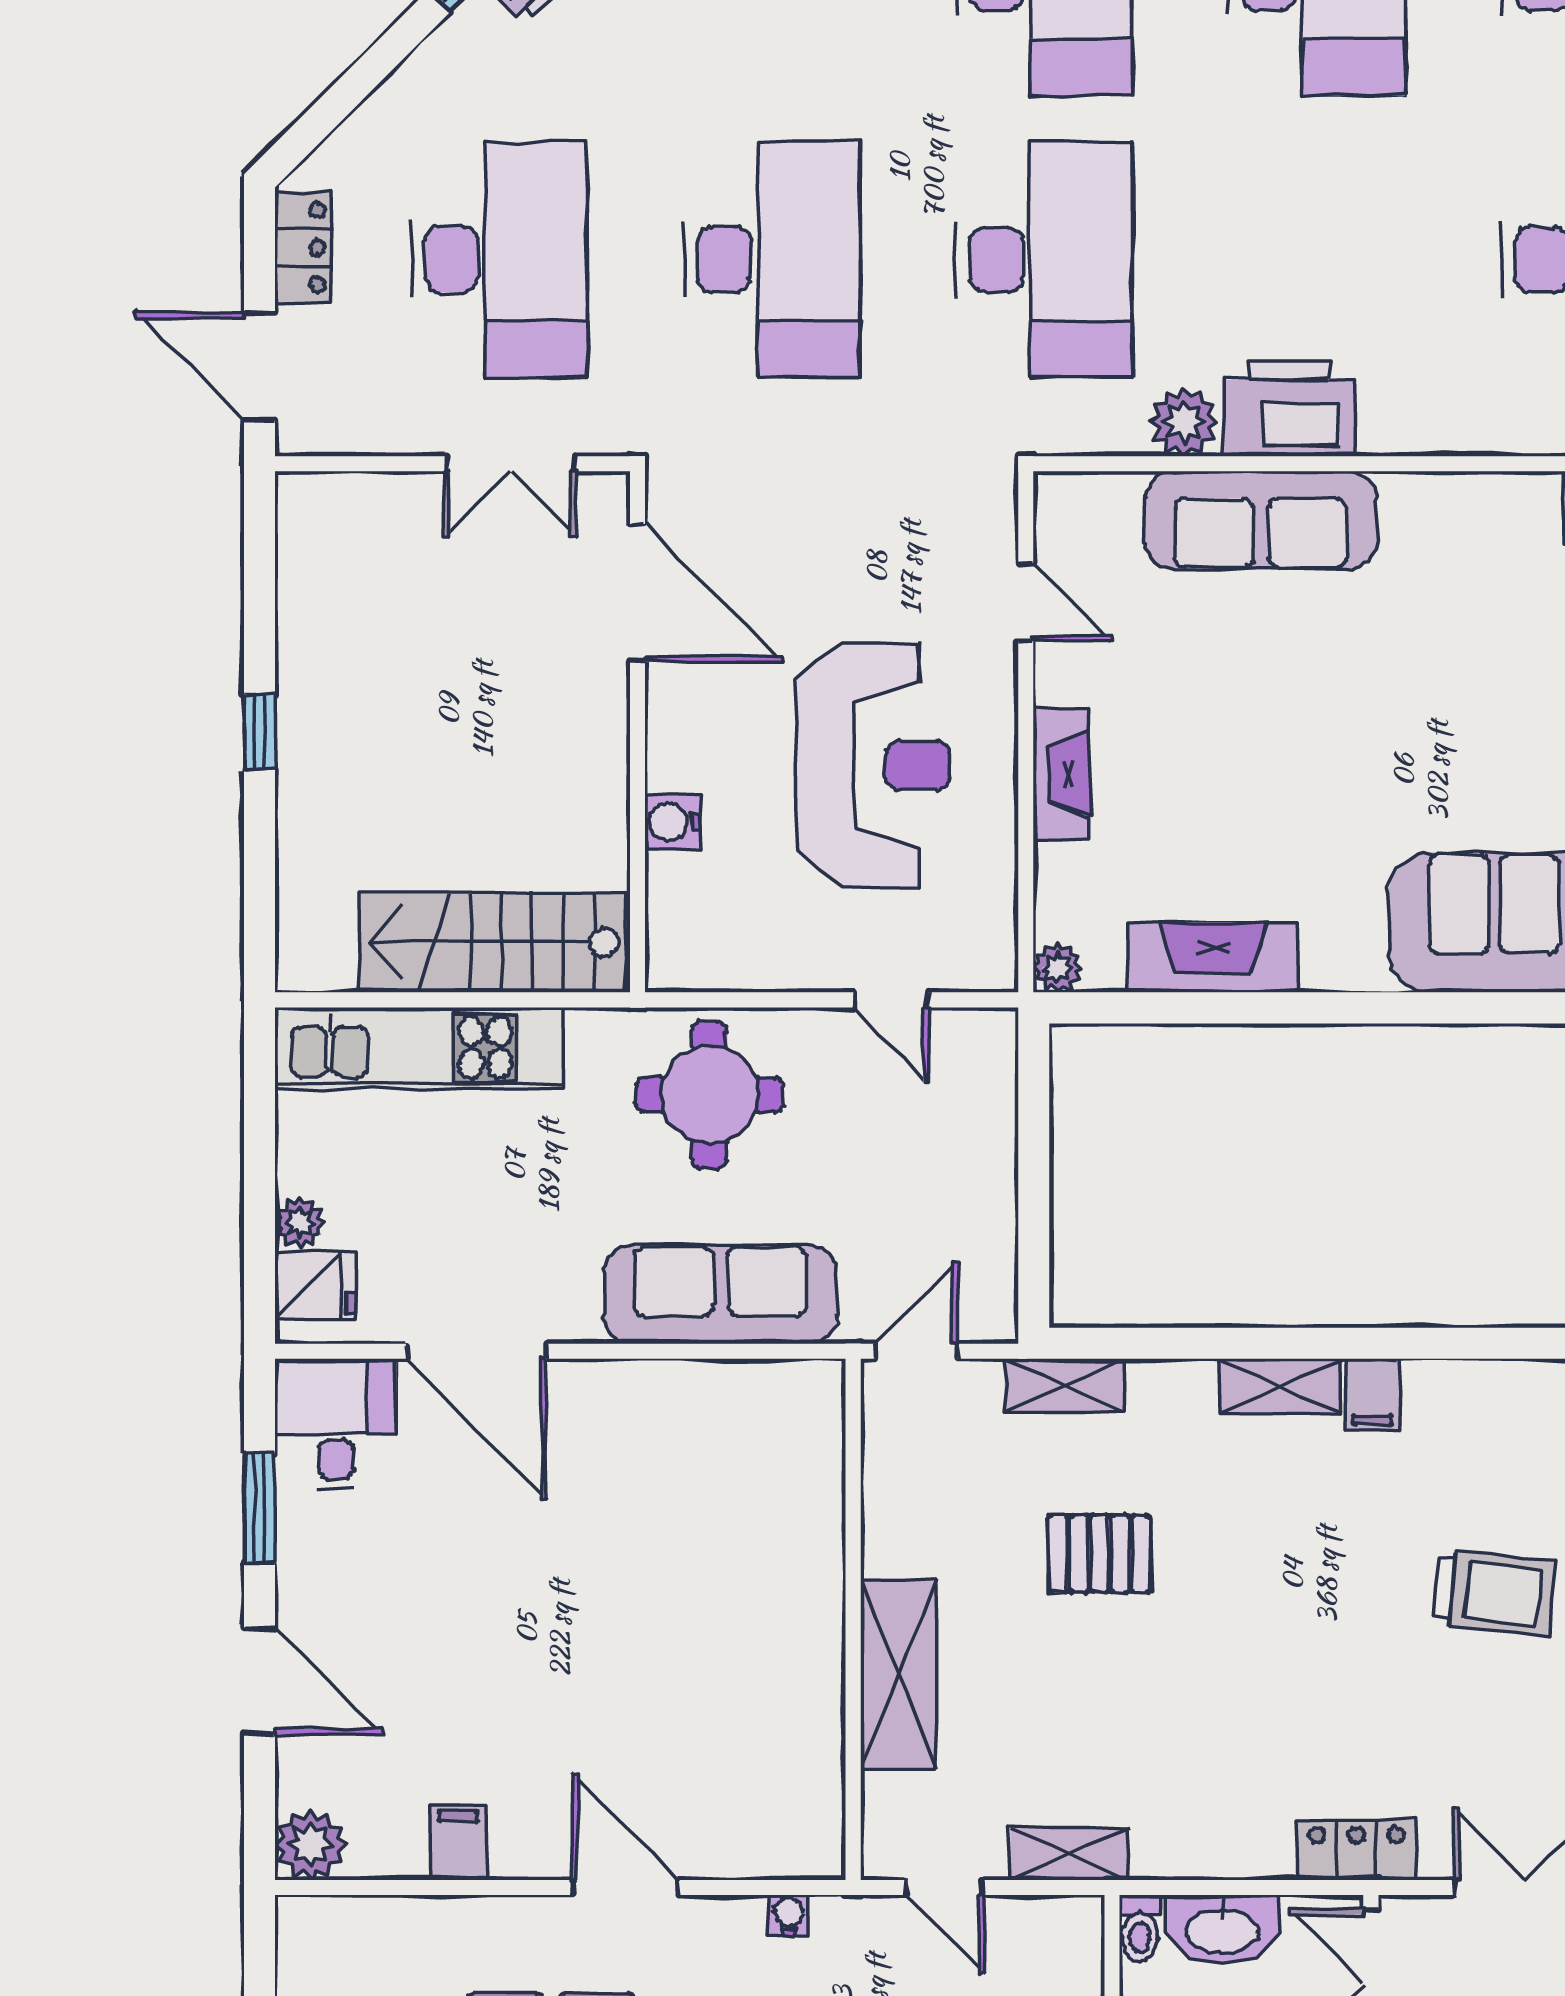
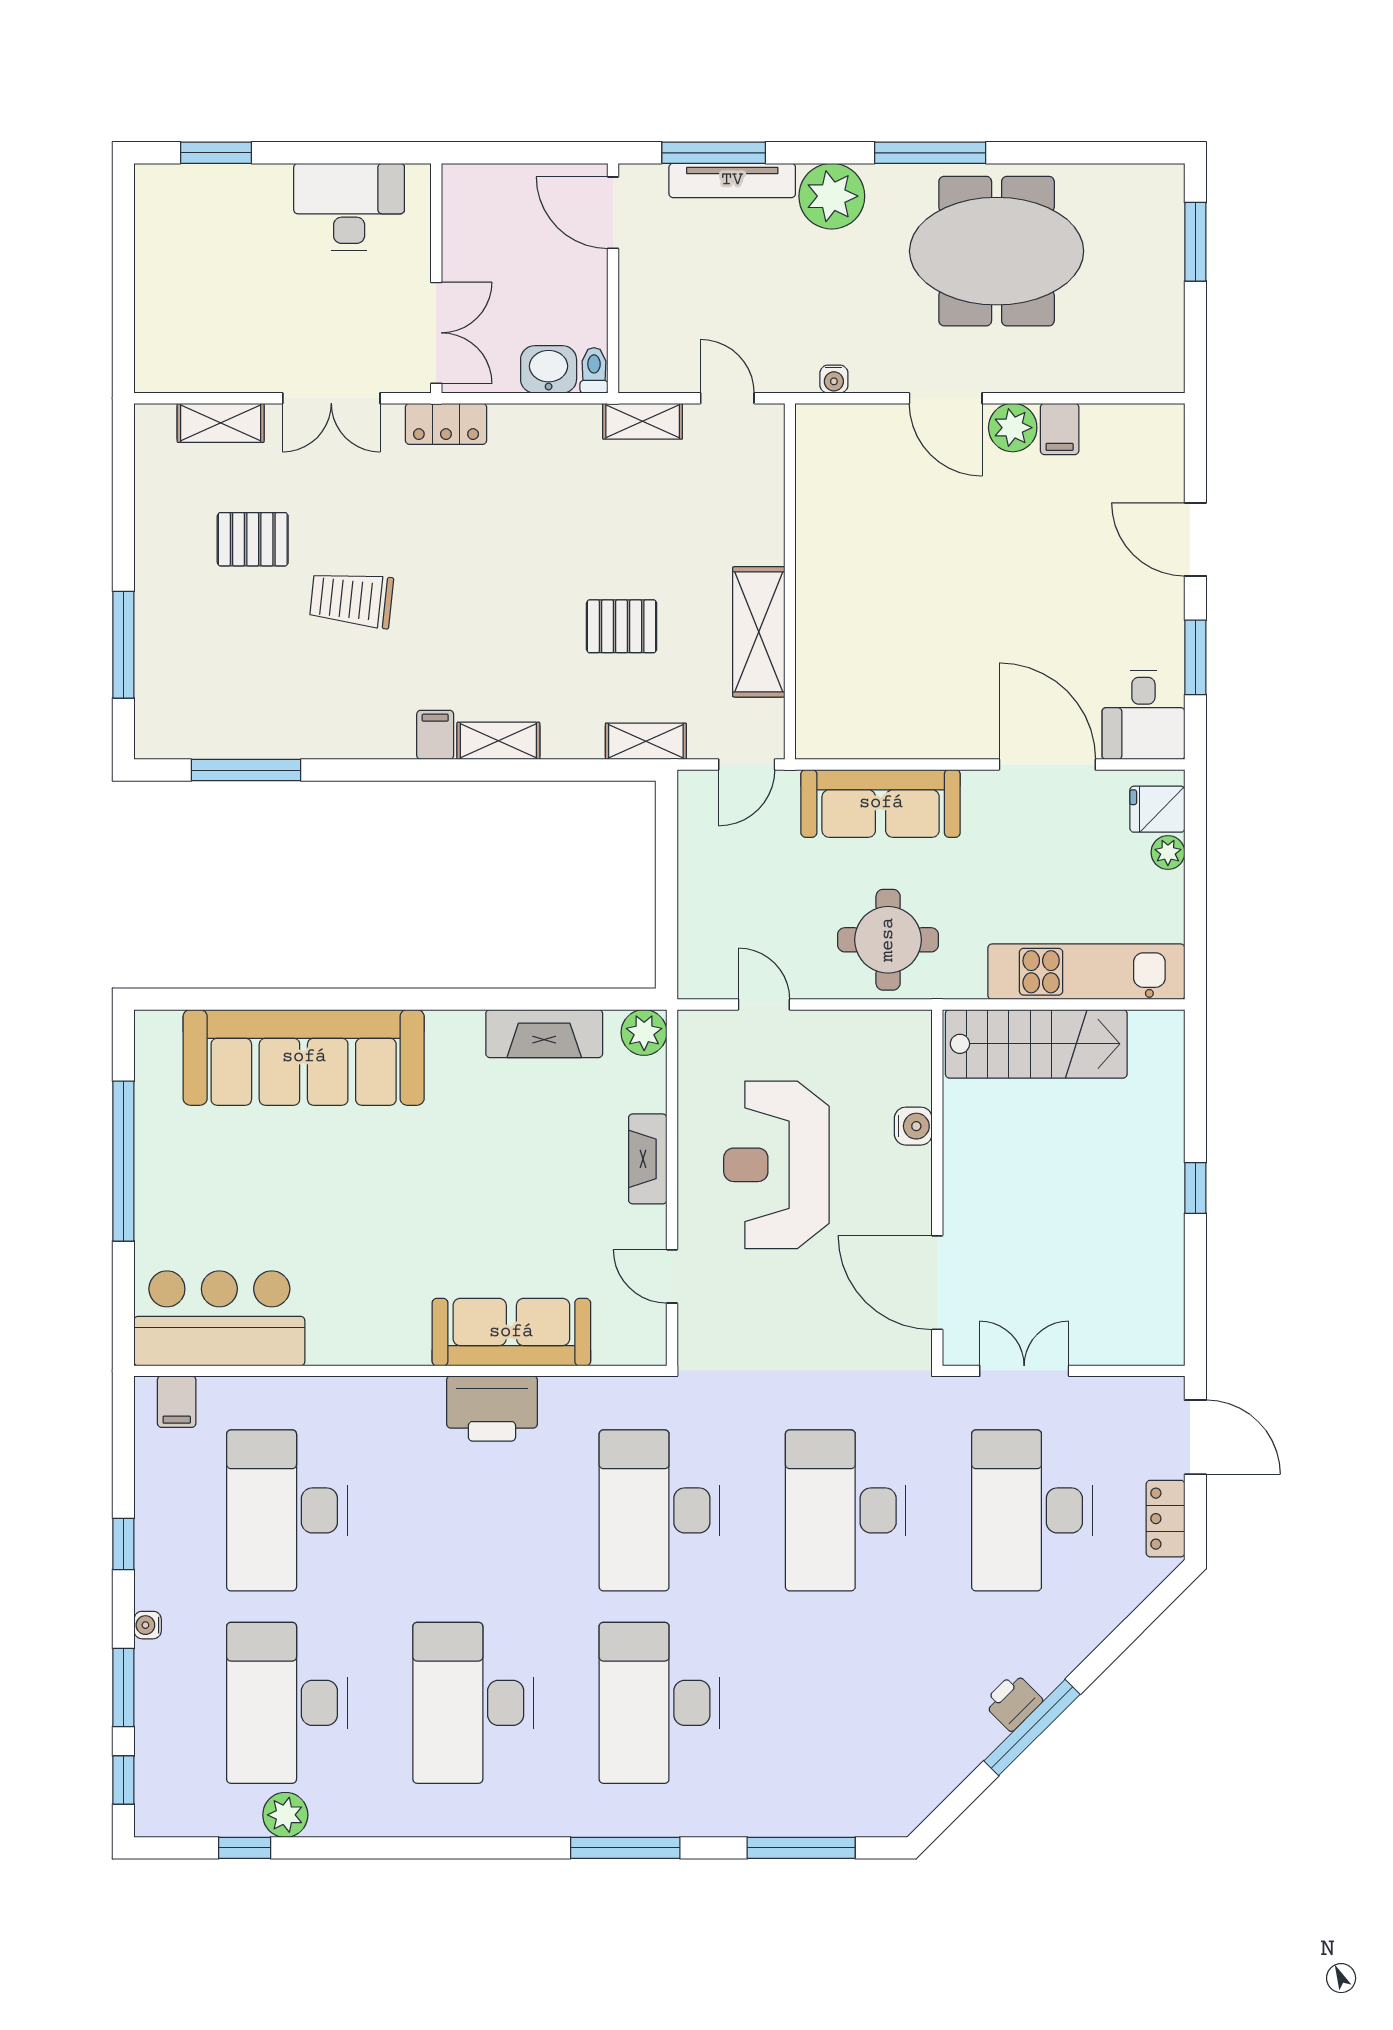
plant: (1184, 422) -> (564, 1399), removed
plant: (1057, 968) -> (644, 1032), width x1.38, depth x1.38
shelving: (899, 1674) -> (759, 632), moved
plant: (310, 1845) -> (1013, 428), moved
washbasin: (1222, 1930) -> (549, 369), width x0.72

